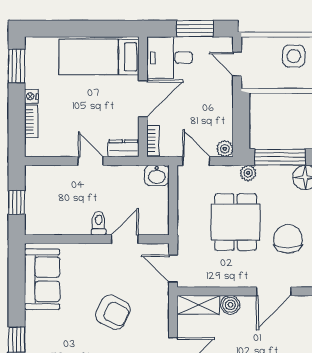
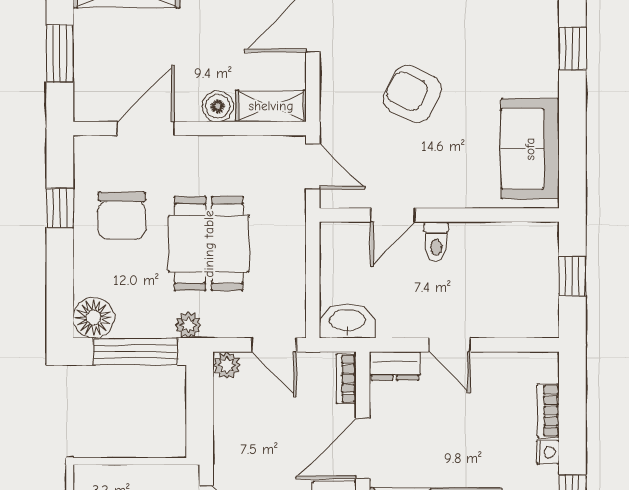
washbasin: (157, 175) -> (348, 321), width x1.38

